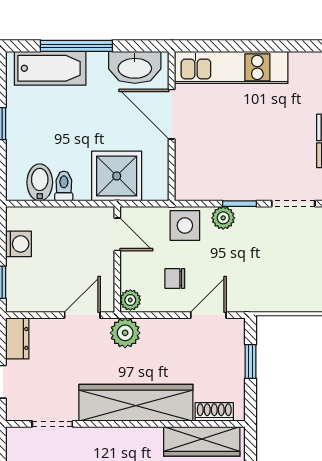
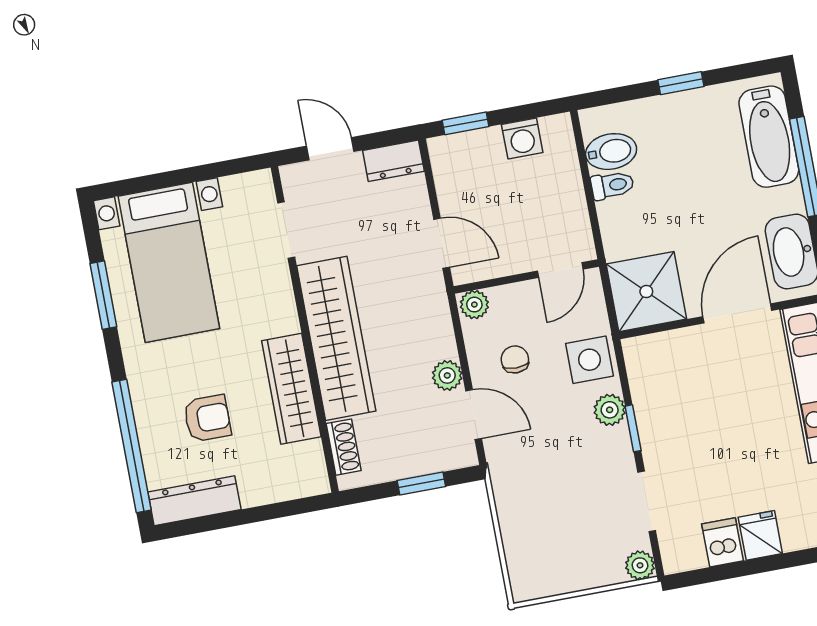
shower: (117, 176) -> (646, 292), moved
plant: (125, 333) -> (447, 375), moved, width x0.73, depth x0.73
wardrobe: (202, 441) -> (291, 389), moved

